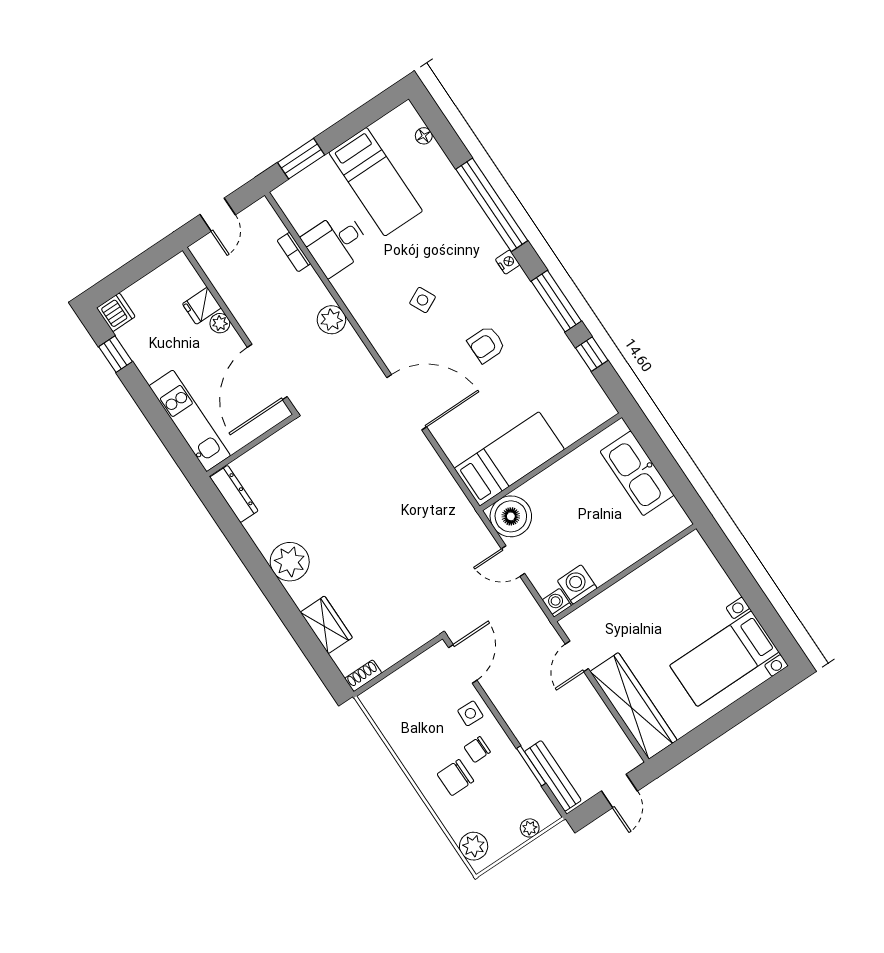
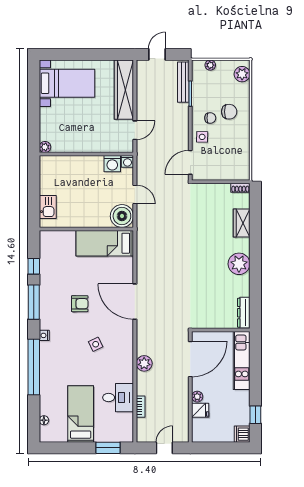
kitchen sink: (637, 473) -> (48, 207), width x0.53, depth x0.81
plant: (694, 542) -> (45, 147), added

